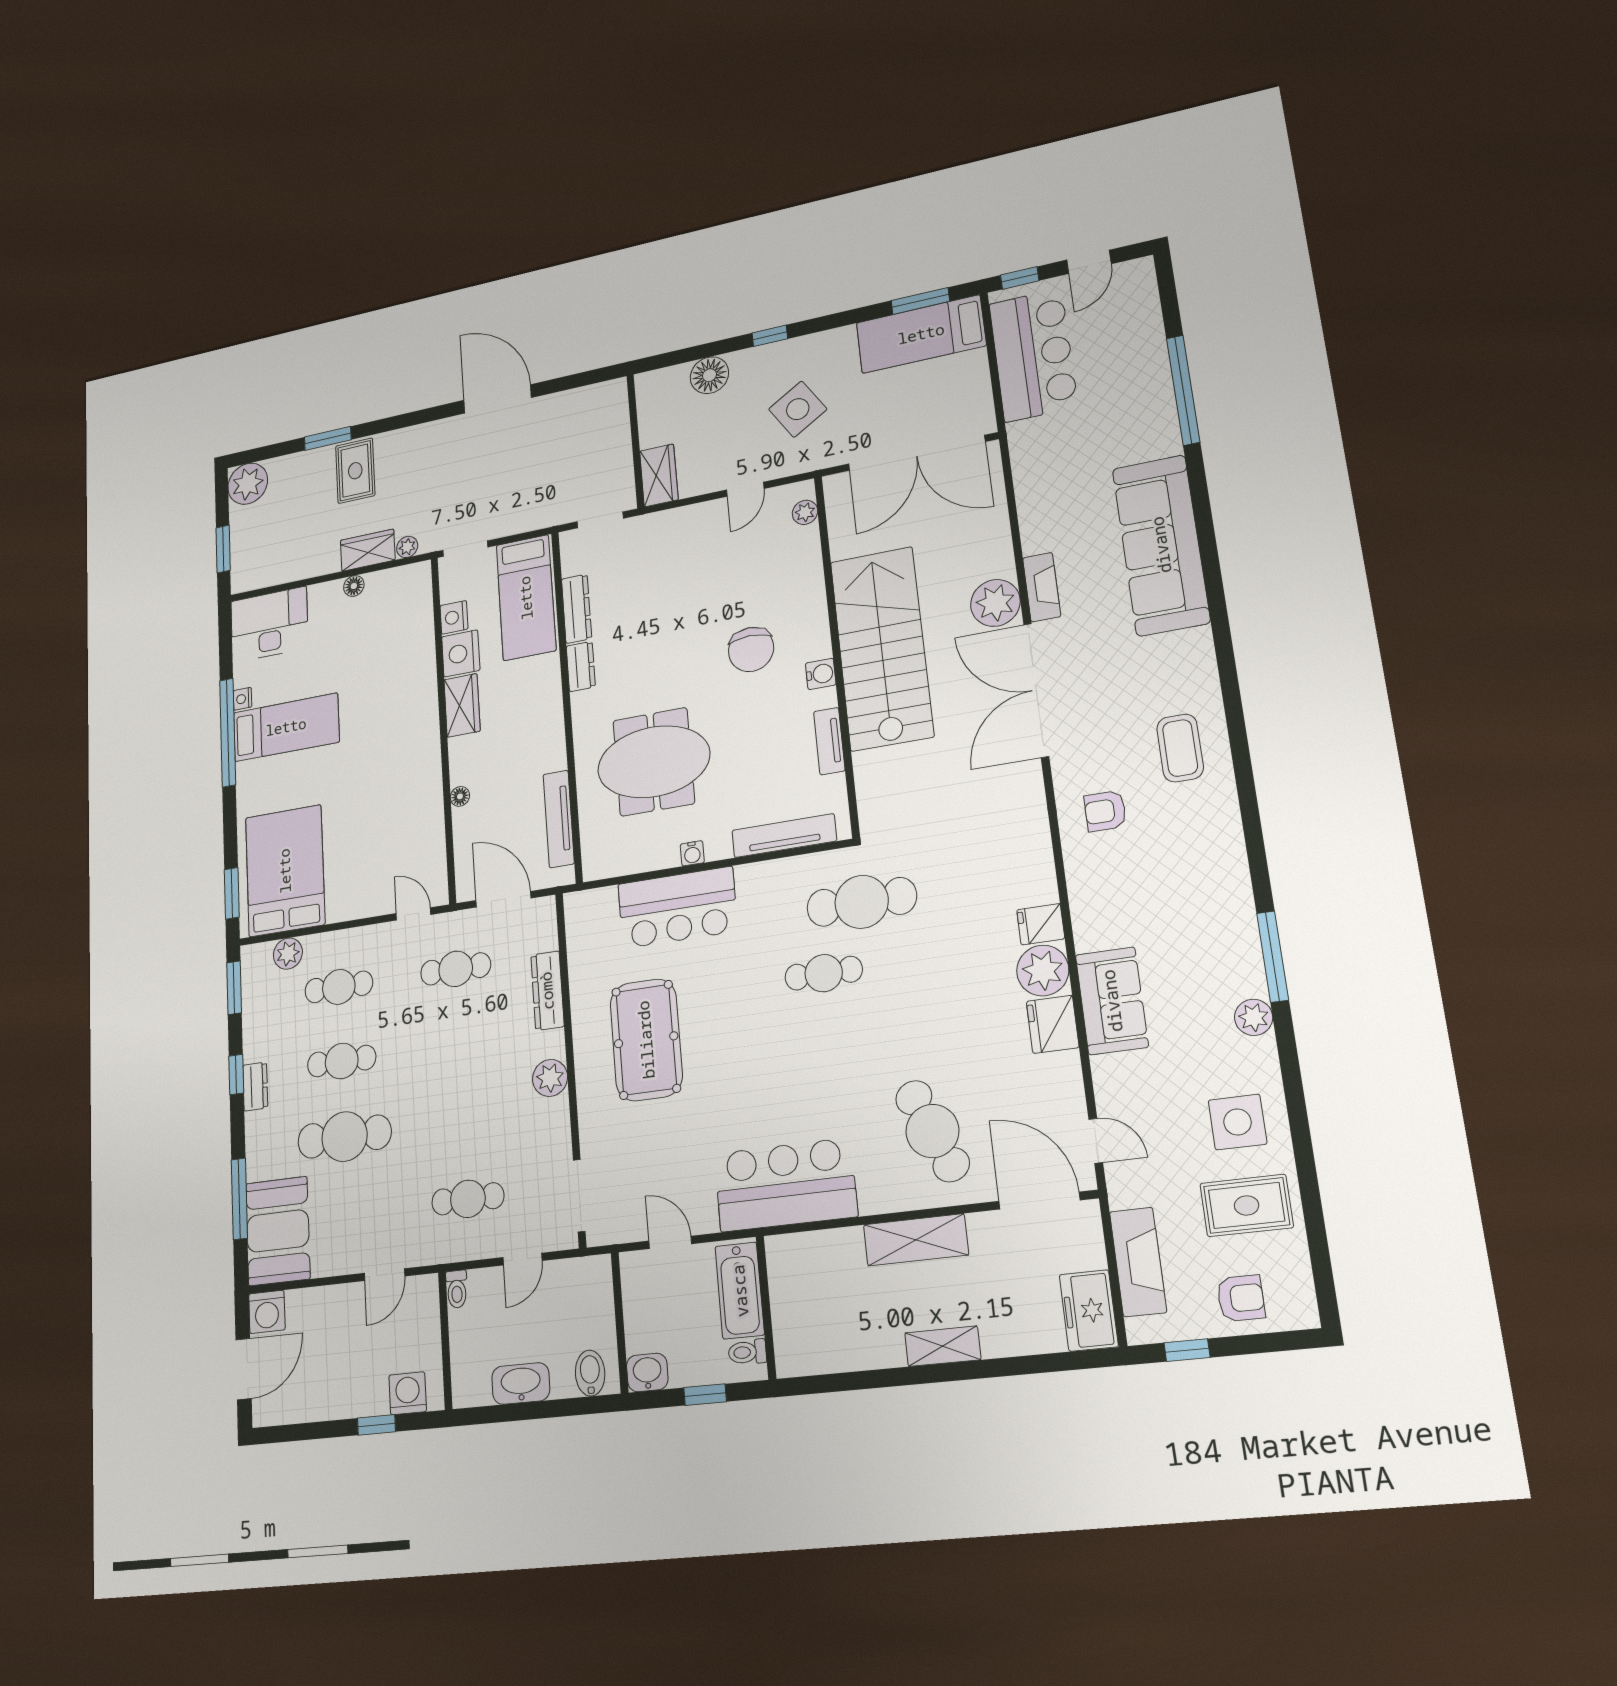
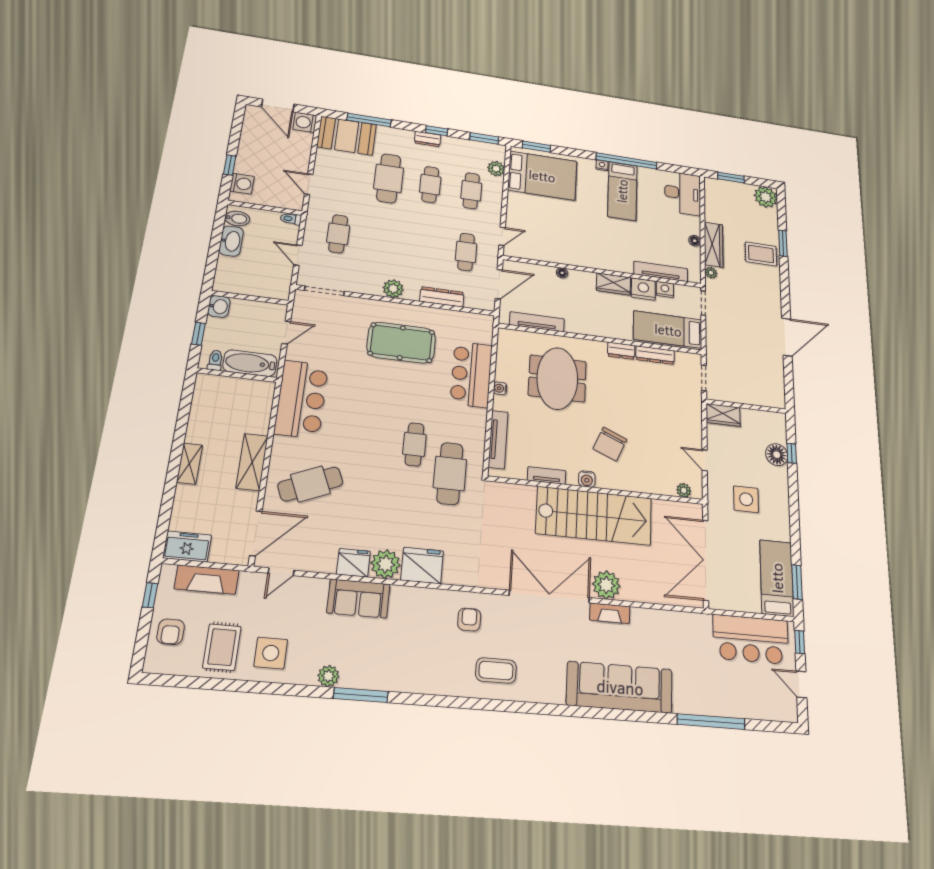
window: (770, 336) -> (792, 453), moved
side table: (798, 409) -> (746, 499), turned 32
wardrobe: (368, 550) -> (714, 245), width x1.50
tv unit: (422, 631) -> (661, 271), added
chair: (751, 649) -> (610, 444), turned -67
nightstand: (242, 699) -> (602, 165), moved
fridge: (1041, 924) -> (422, 566), width x1.88, depth x1.34
bidet: (590, 1373) -> (237, 218), moved

